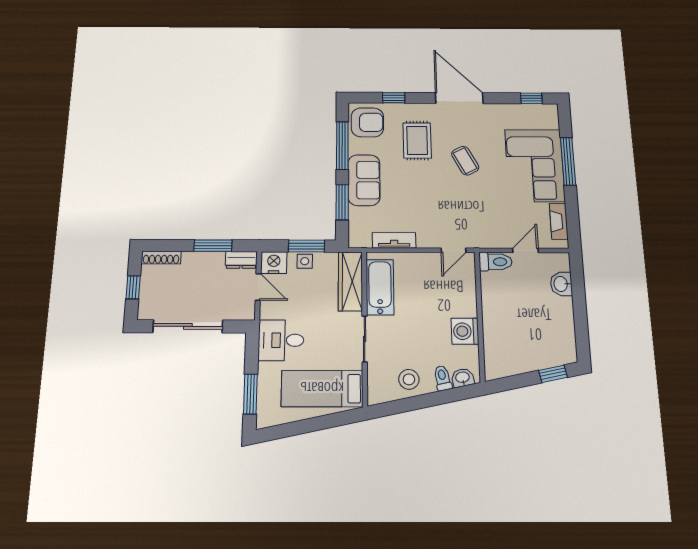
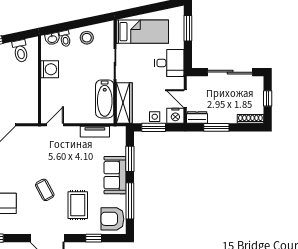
toilet: (496, 262) -> (20, 51), moved, turned -102

